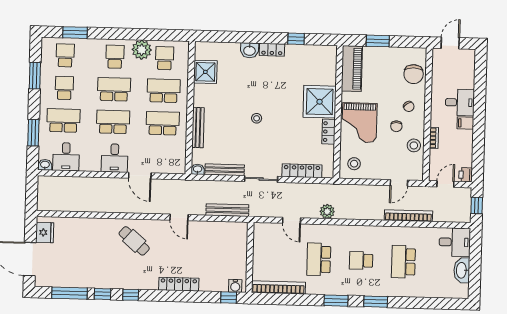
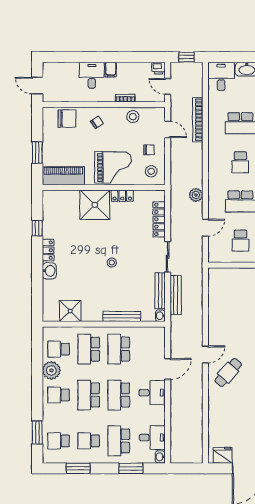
chair: (396, 126) -> (149, 150), moved
bench: (227, 210) -> (176, 295), moved
door: (179, 217) -> (205, 354), moved
school desk: (276, 258) -> (240, 241), added

